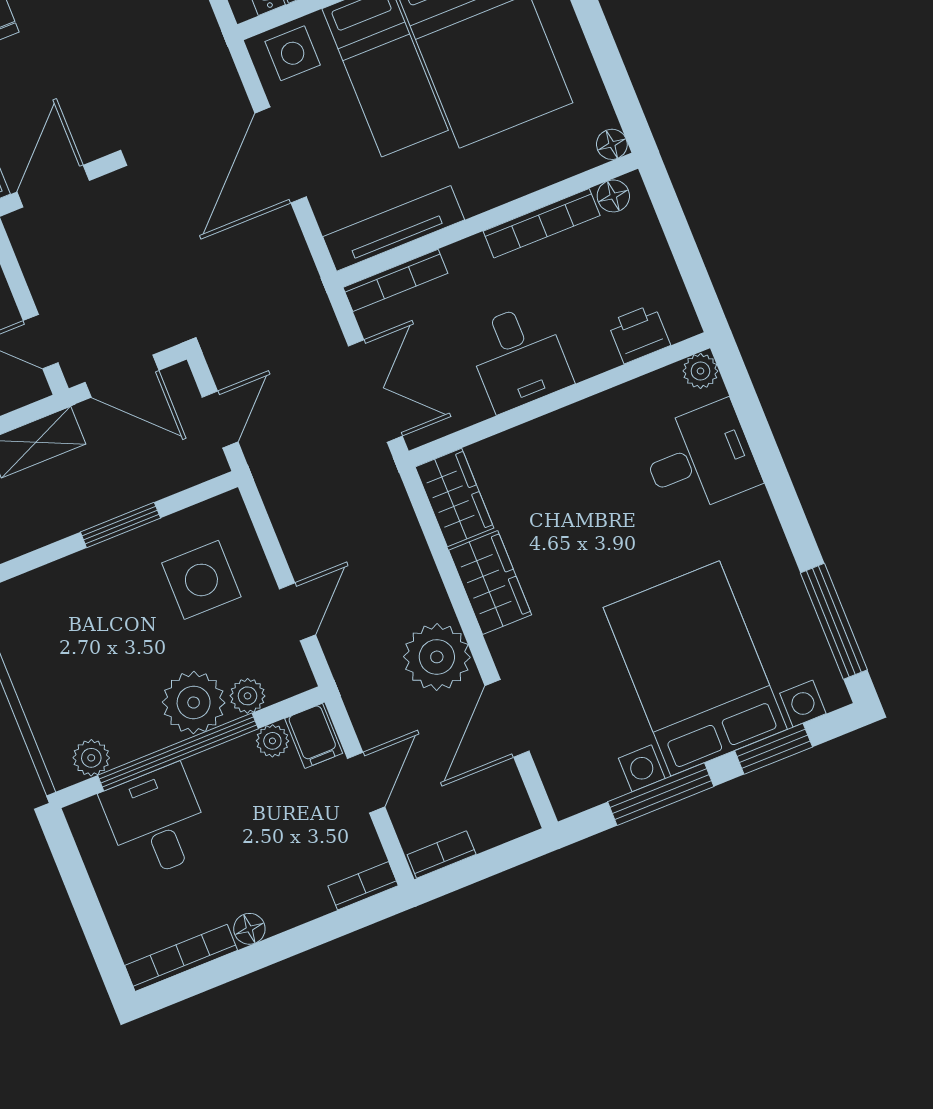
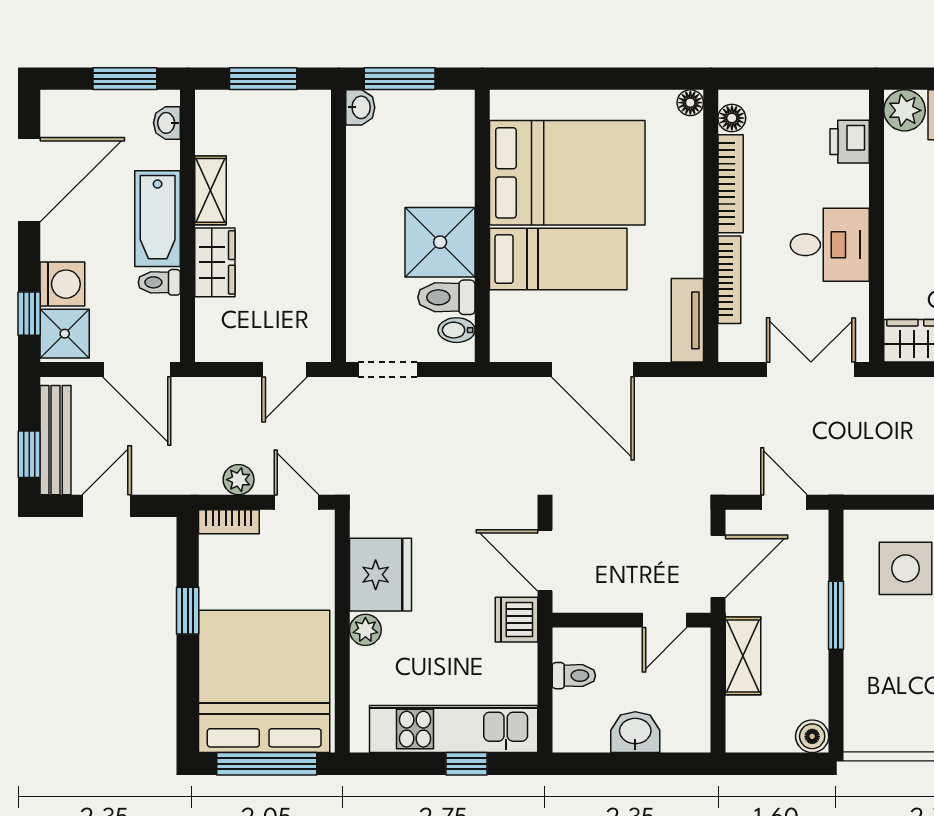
side table: (293, 53) -> (516, 327), removed
tv unit: (394, 228) -> (687, 320), width x0.71
bookcase: (395, 280) -> (729, 280), moved
plant: (700, 371) -> (905, 110), width x1.38, depth x1.38

